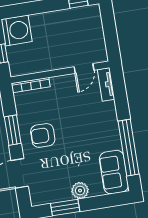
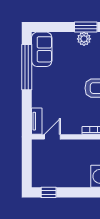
plant: (80, 191) -> (84, 39), moved

